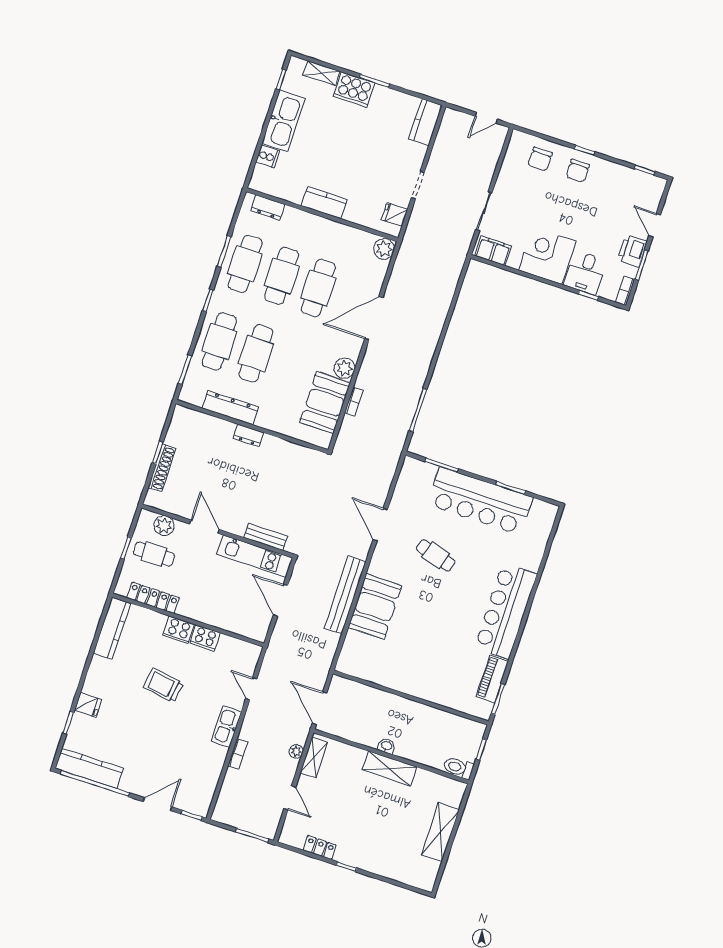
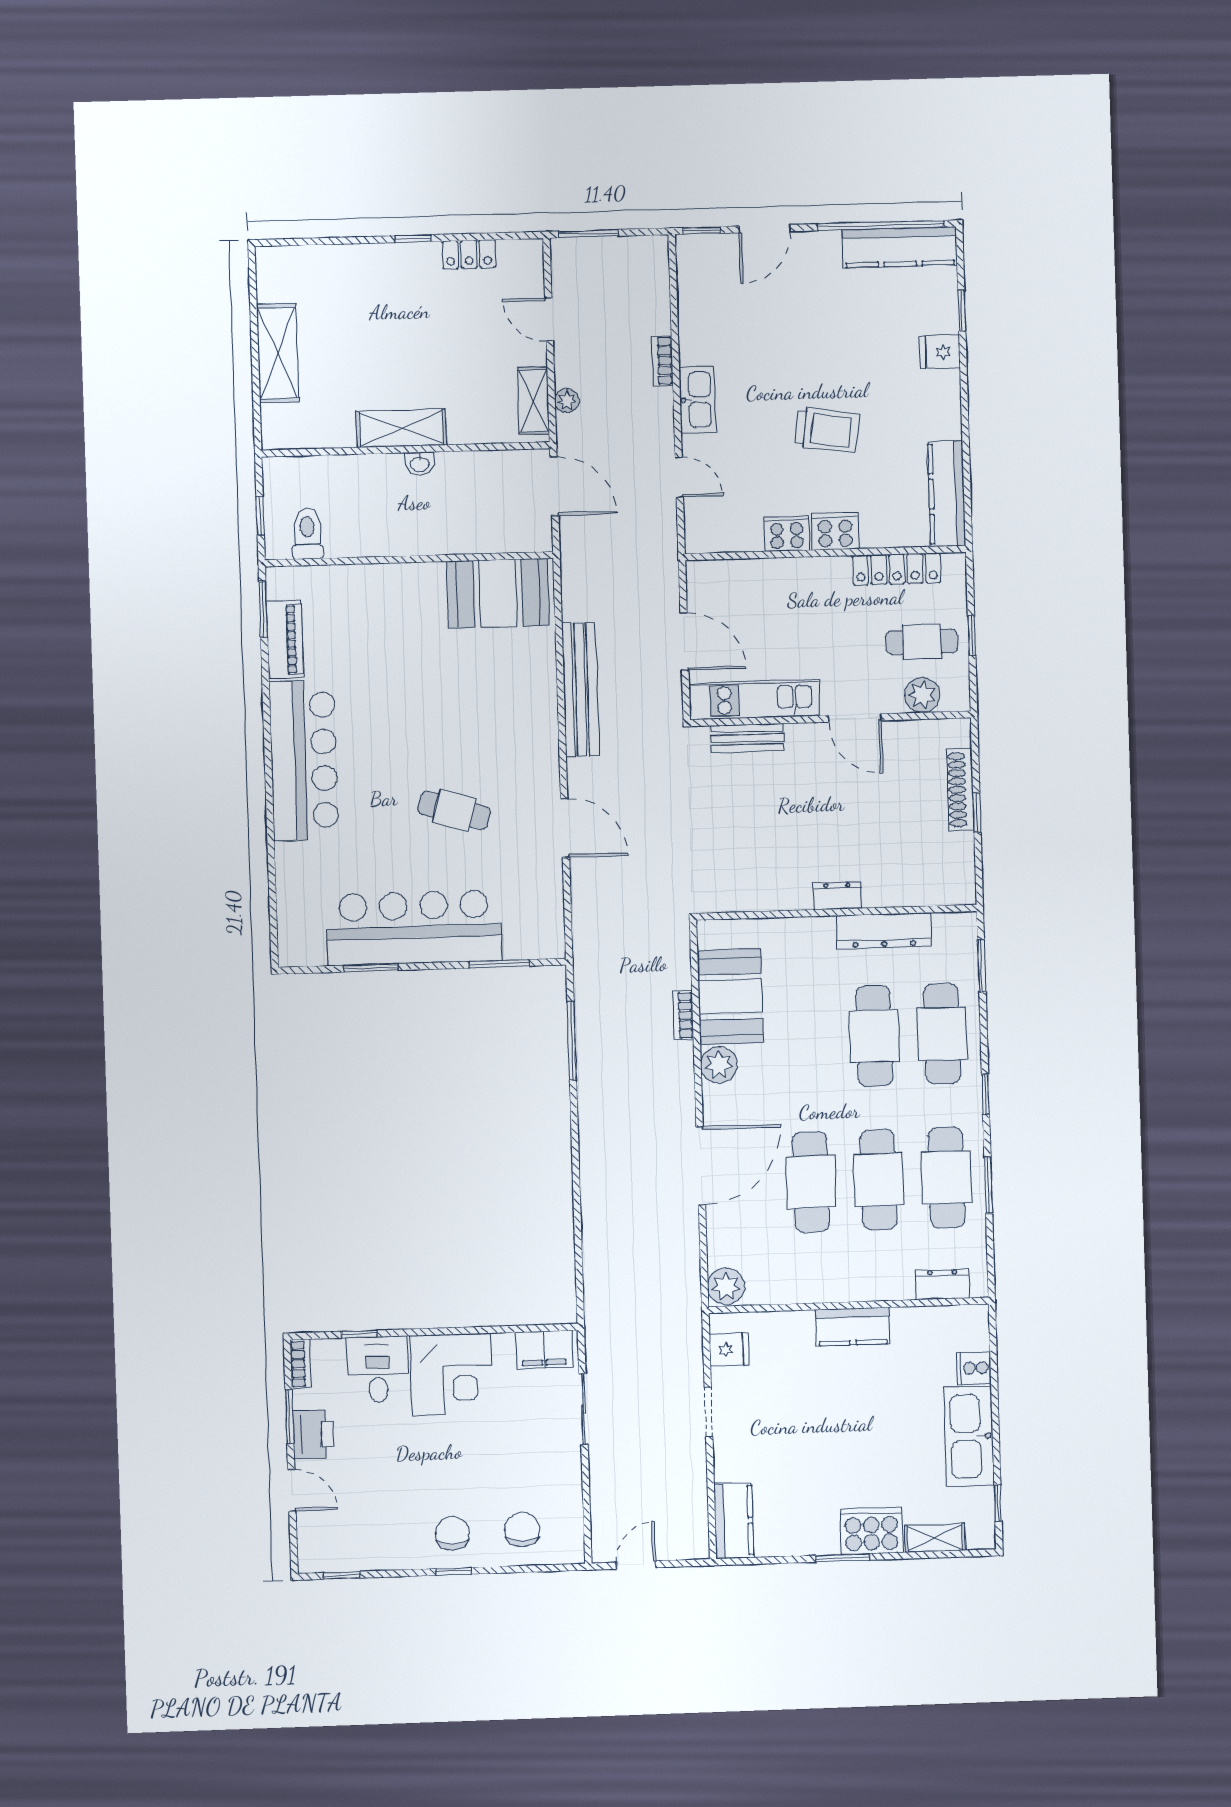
booth: (375, 606) -> (498, 593), moved, turned 90
toilet: (458, 768) -> (307, 534), moved, turned -90

